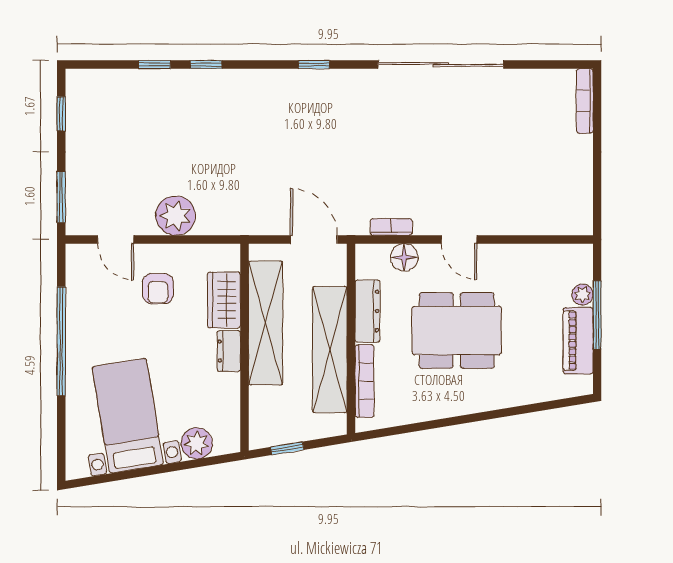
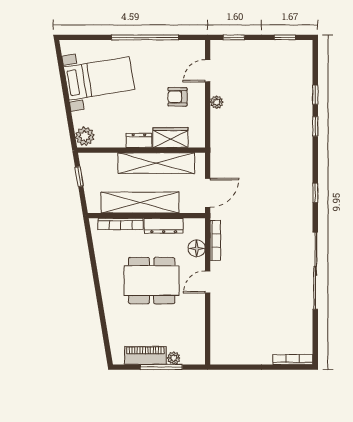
window: (61, 197) -> (234, 37), width x0.67
plant: (176, 216) -> (217, 102), width x0.53, depth x0.53
bookcase: (391, 227) -> (215, 240), width x1.56
dining table: (457, 331) -> (152, 281), turned 90
plant: (197, 443) -> (85, 136), moved

